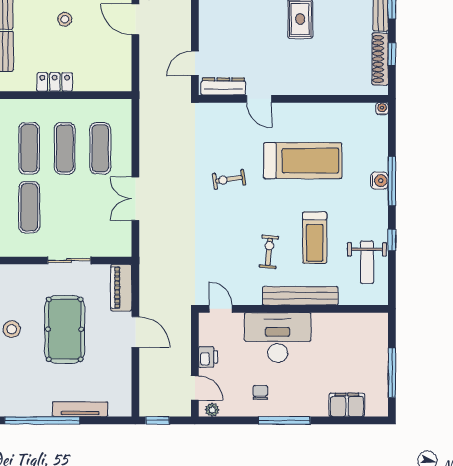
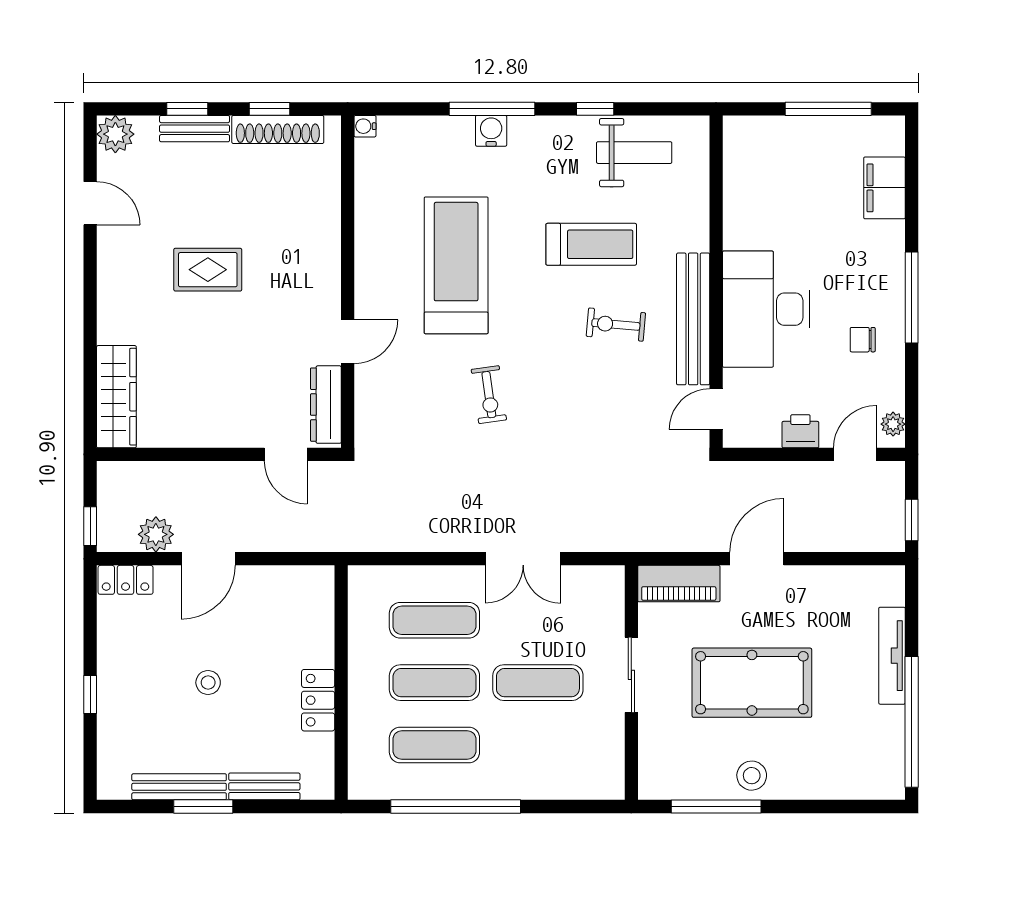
exercise mat: (29, 207) -> (538, 683), moved
bench: (300, 296) -> (693, 319), moved

